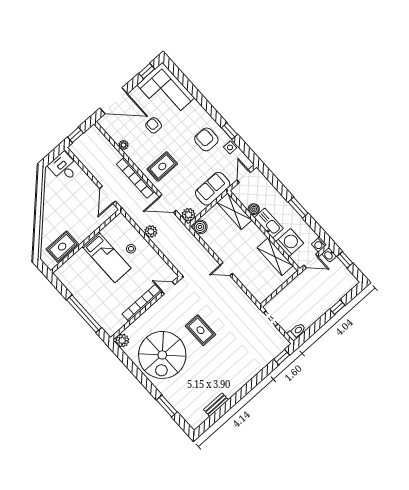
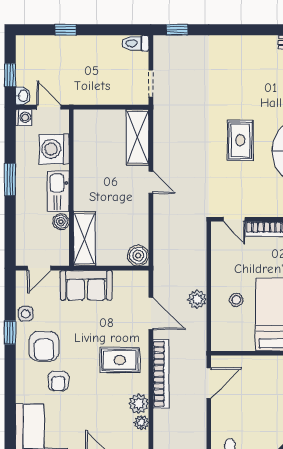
armchair: (154, 125) -> (58, 381), moved
plant: (189, 215) -> (139, 404), moved
shelving: (275, 257) -> (137, 137), moved

